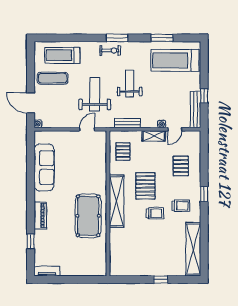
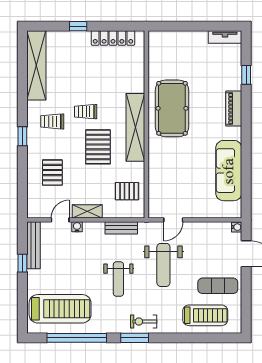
window: (162, 38) -> (77, 338), width x2.11
pallet: (123, 152) -> (127, 191), turned 90
locker: (134, 270) -> (113, 38), added

